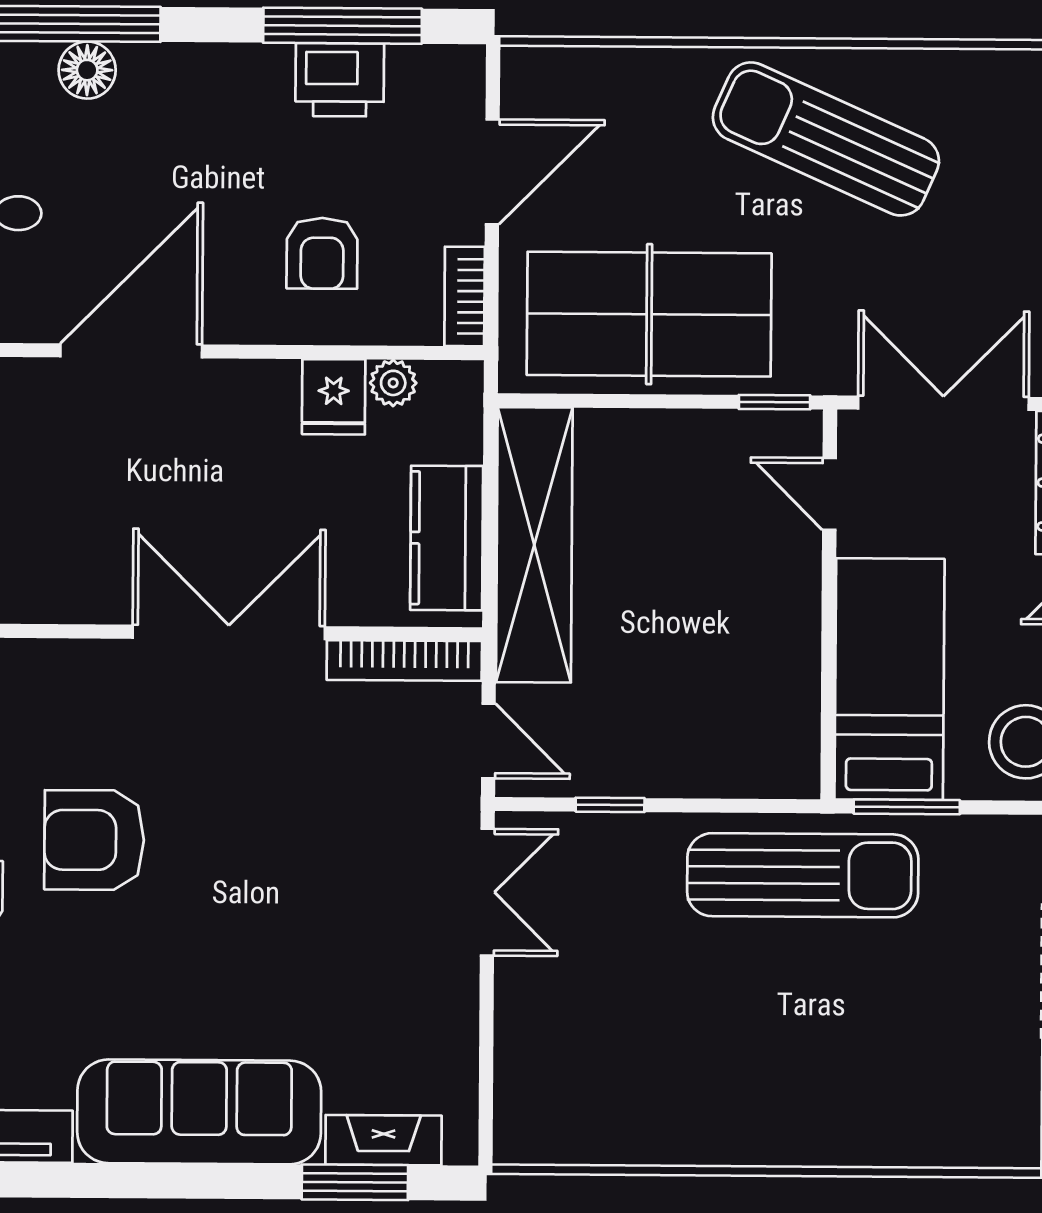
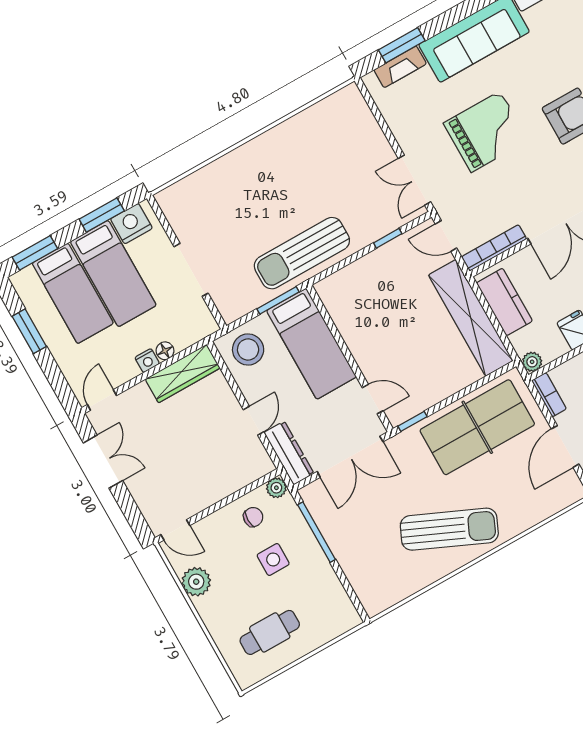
plant: (393, 383) -> (532, 362), moved
grand piano: (285, 907) -> (486, 132), added

